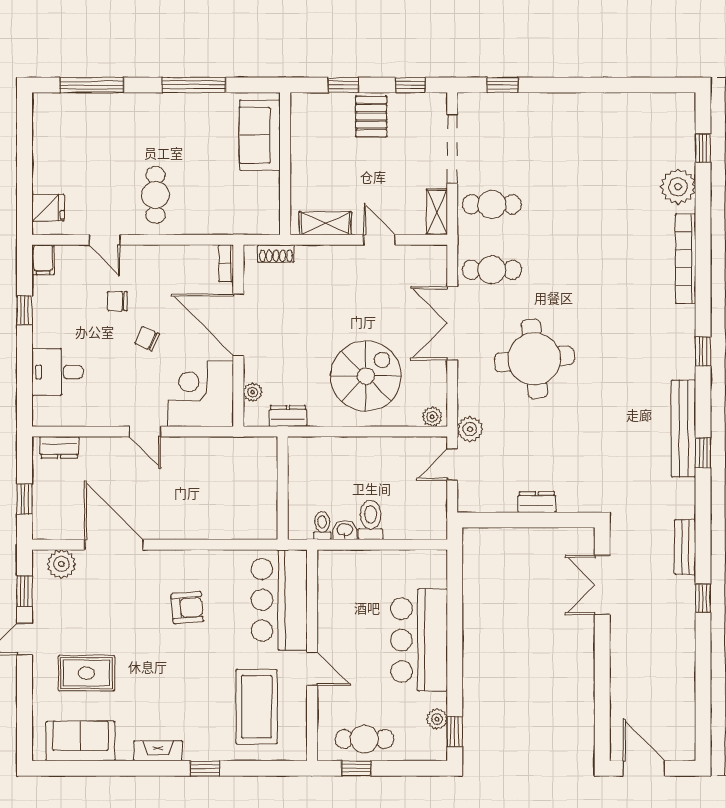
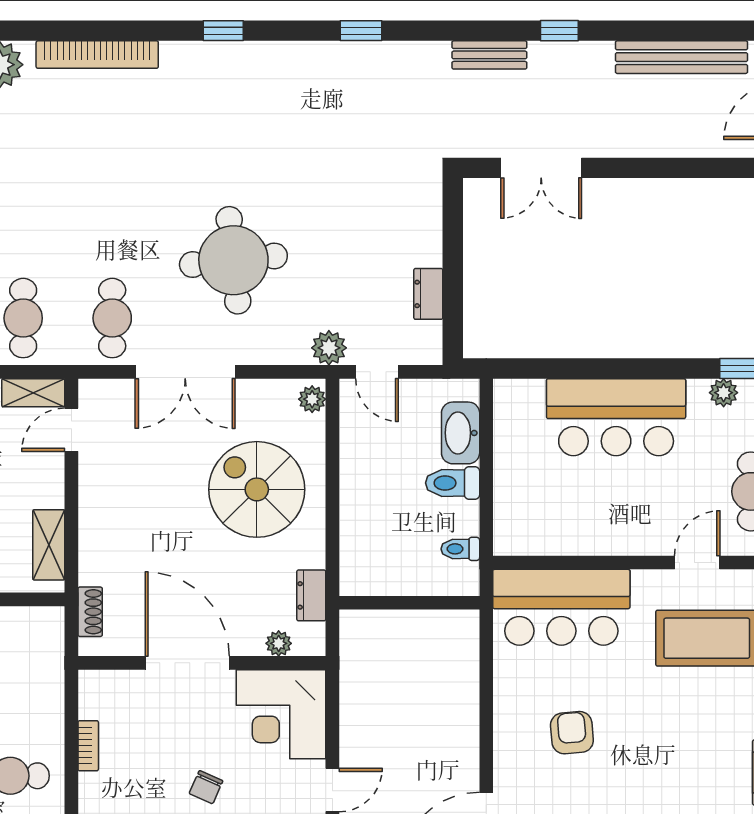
door: (379, 240) -> (71, 430), moved
bookcase: (226, 263) -> (88, 746), moved, turned -90
door: (238, 325) -> (187, 663), swing flipped
bench: (684, 429) -> (681, 57), moved
dresser: (537, 502) -> (428, 294), moved
washbasin: (345, 530) -> (461, 433), moved, width x1.91, depth x1.45
door: (312, 669) -> (697, 563), moved

